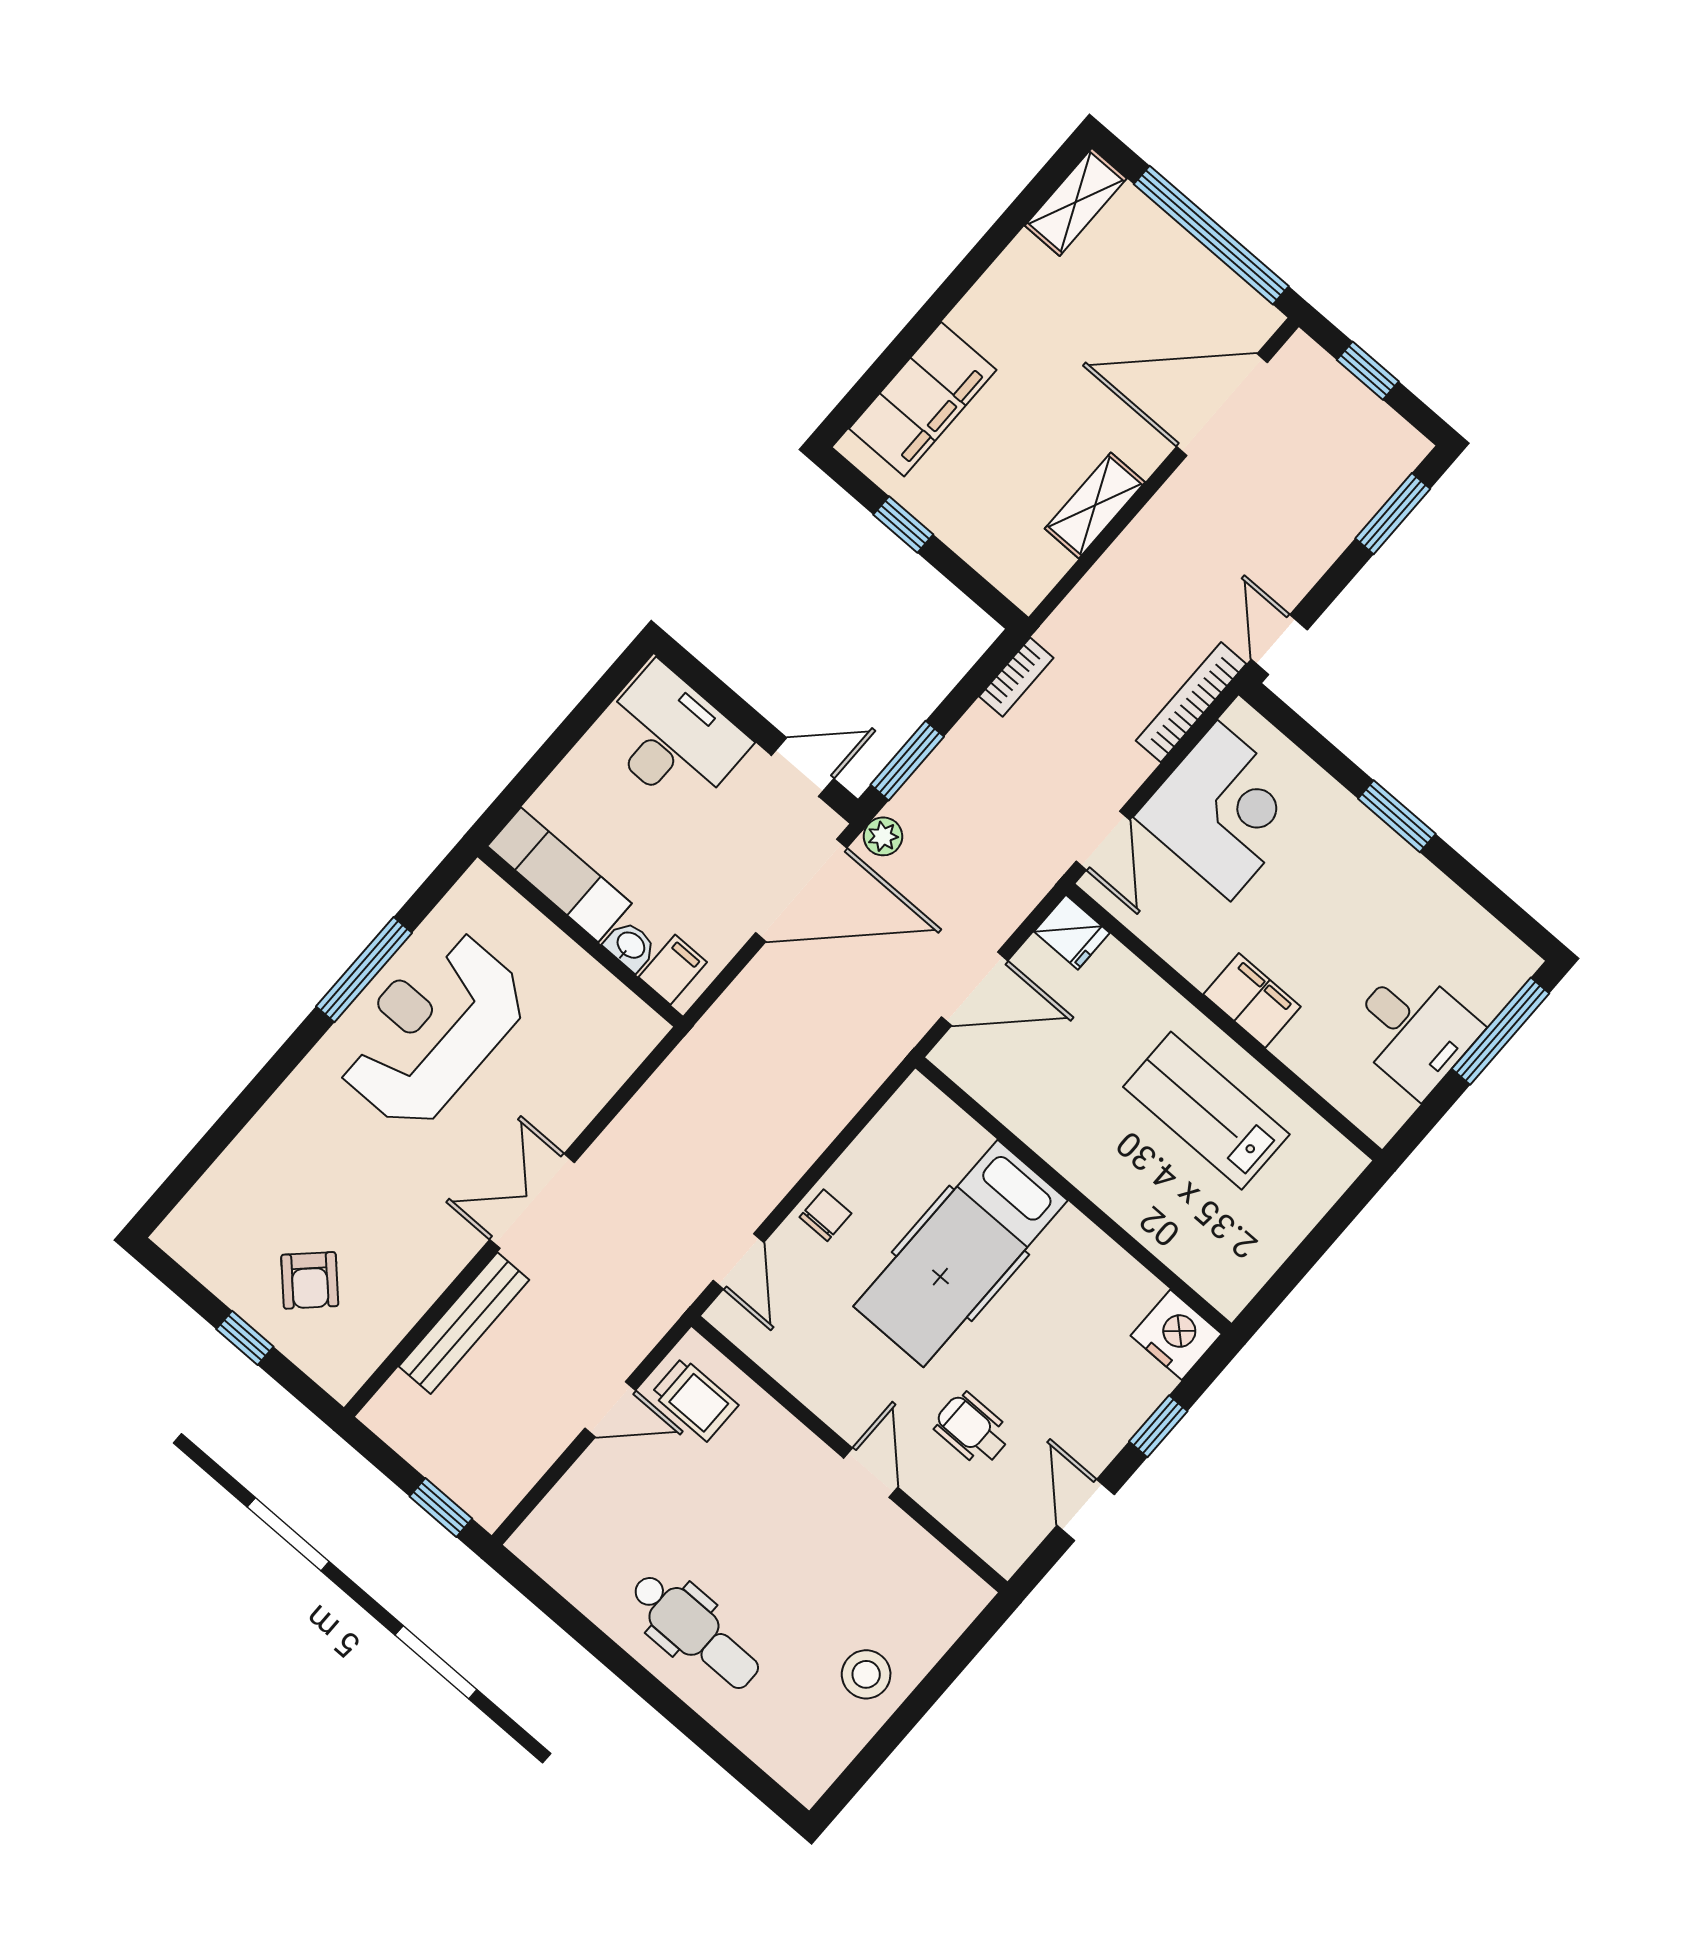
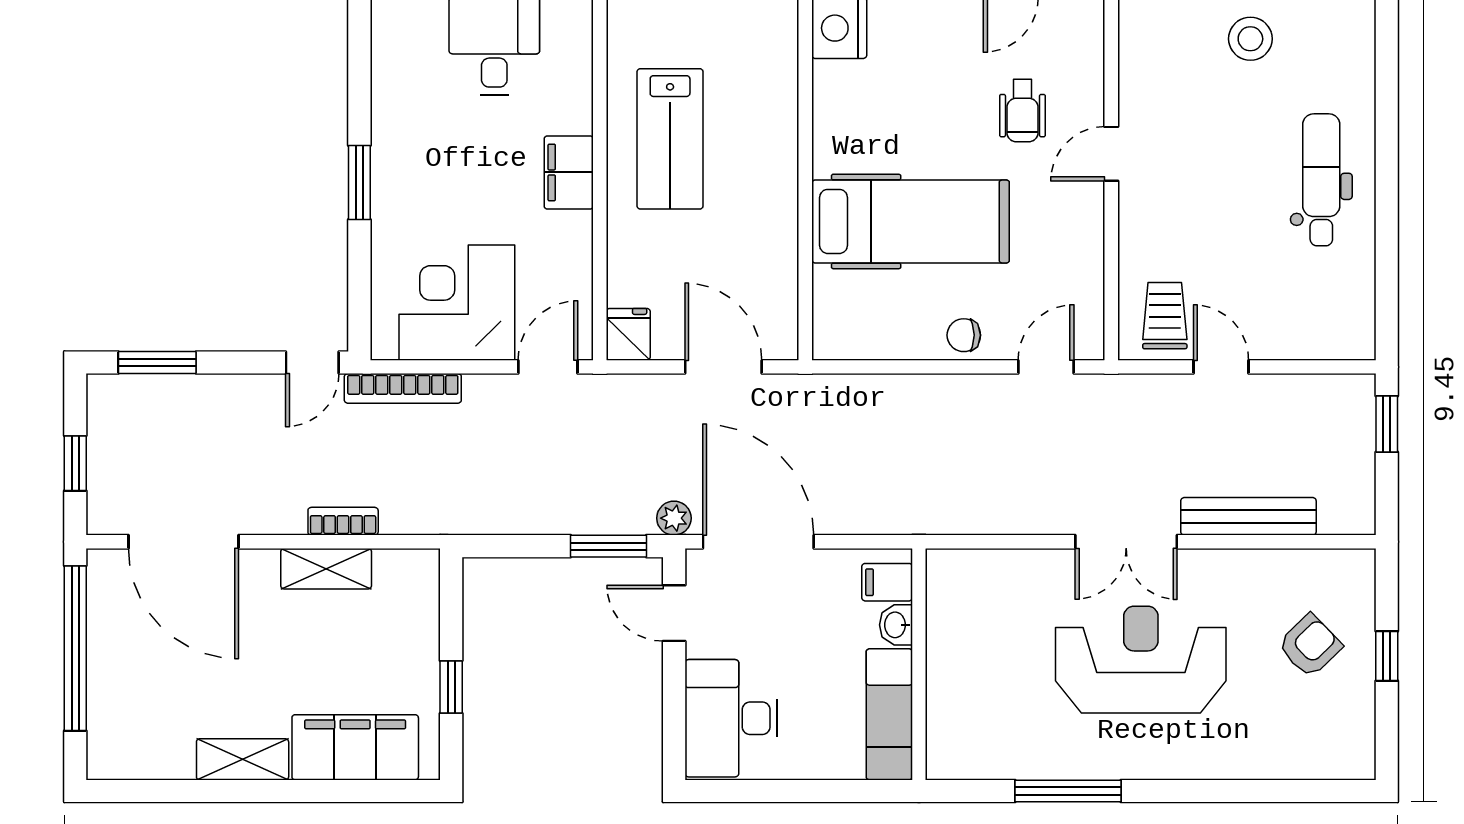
shelving: (1076, 202) -> (243, 759), moved
bookcase: (1016, 677) -> (343, 521), moved
reception desk: (431, 1029) -> (1141, 660), moved, turned 180

